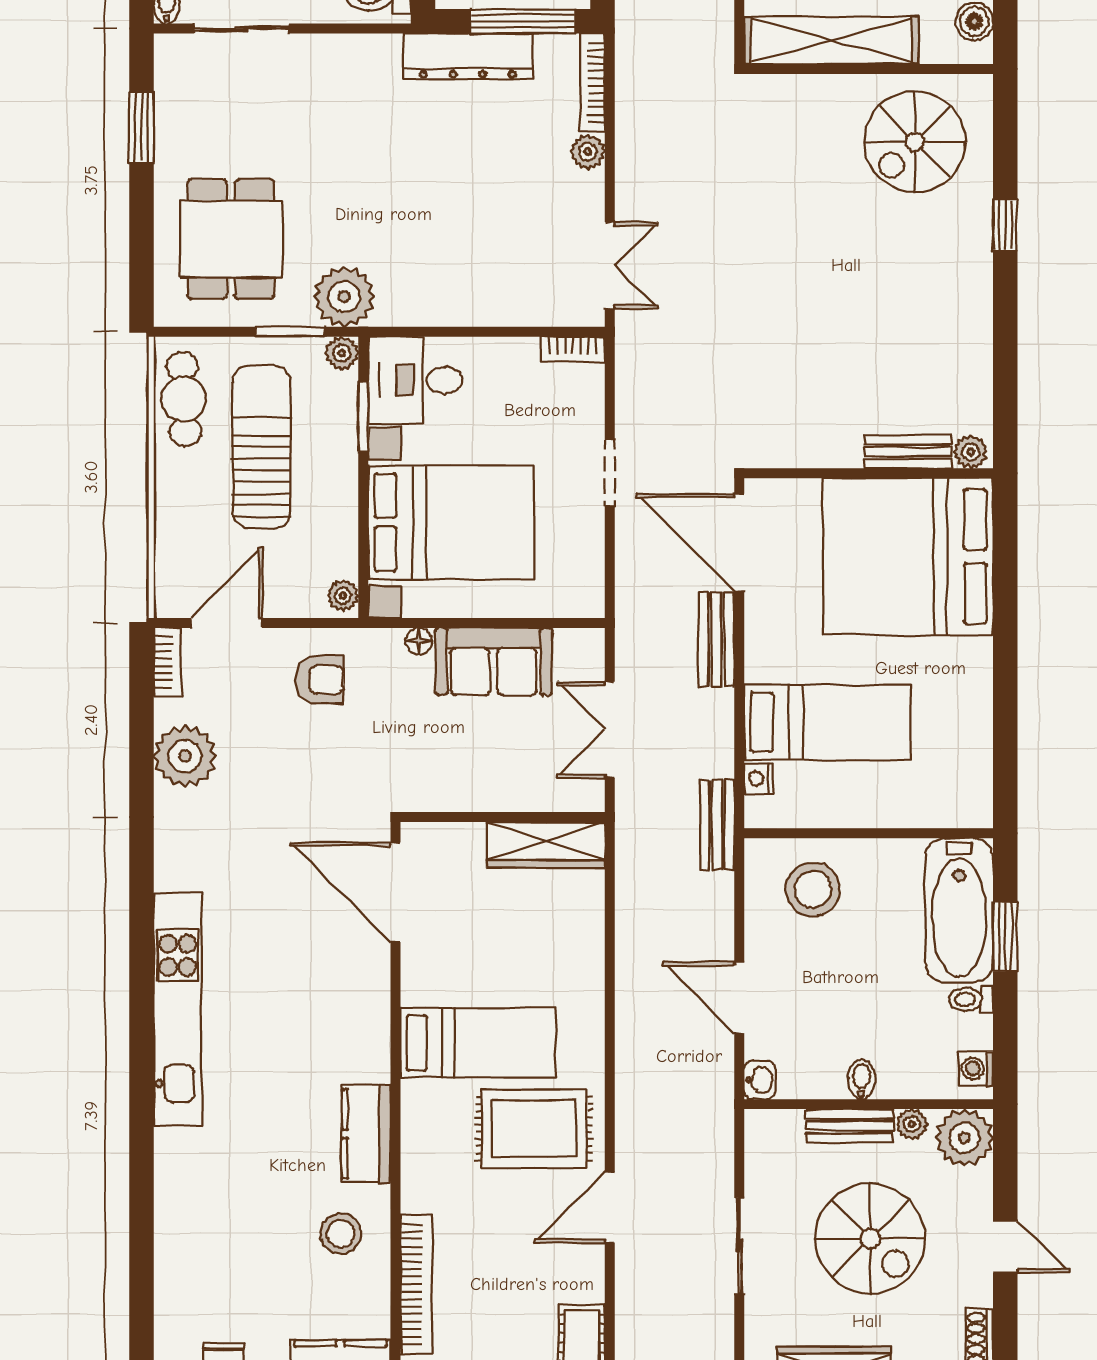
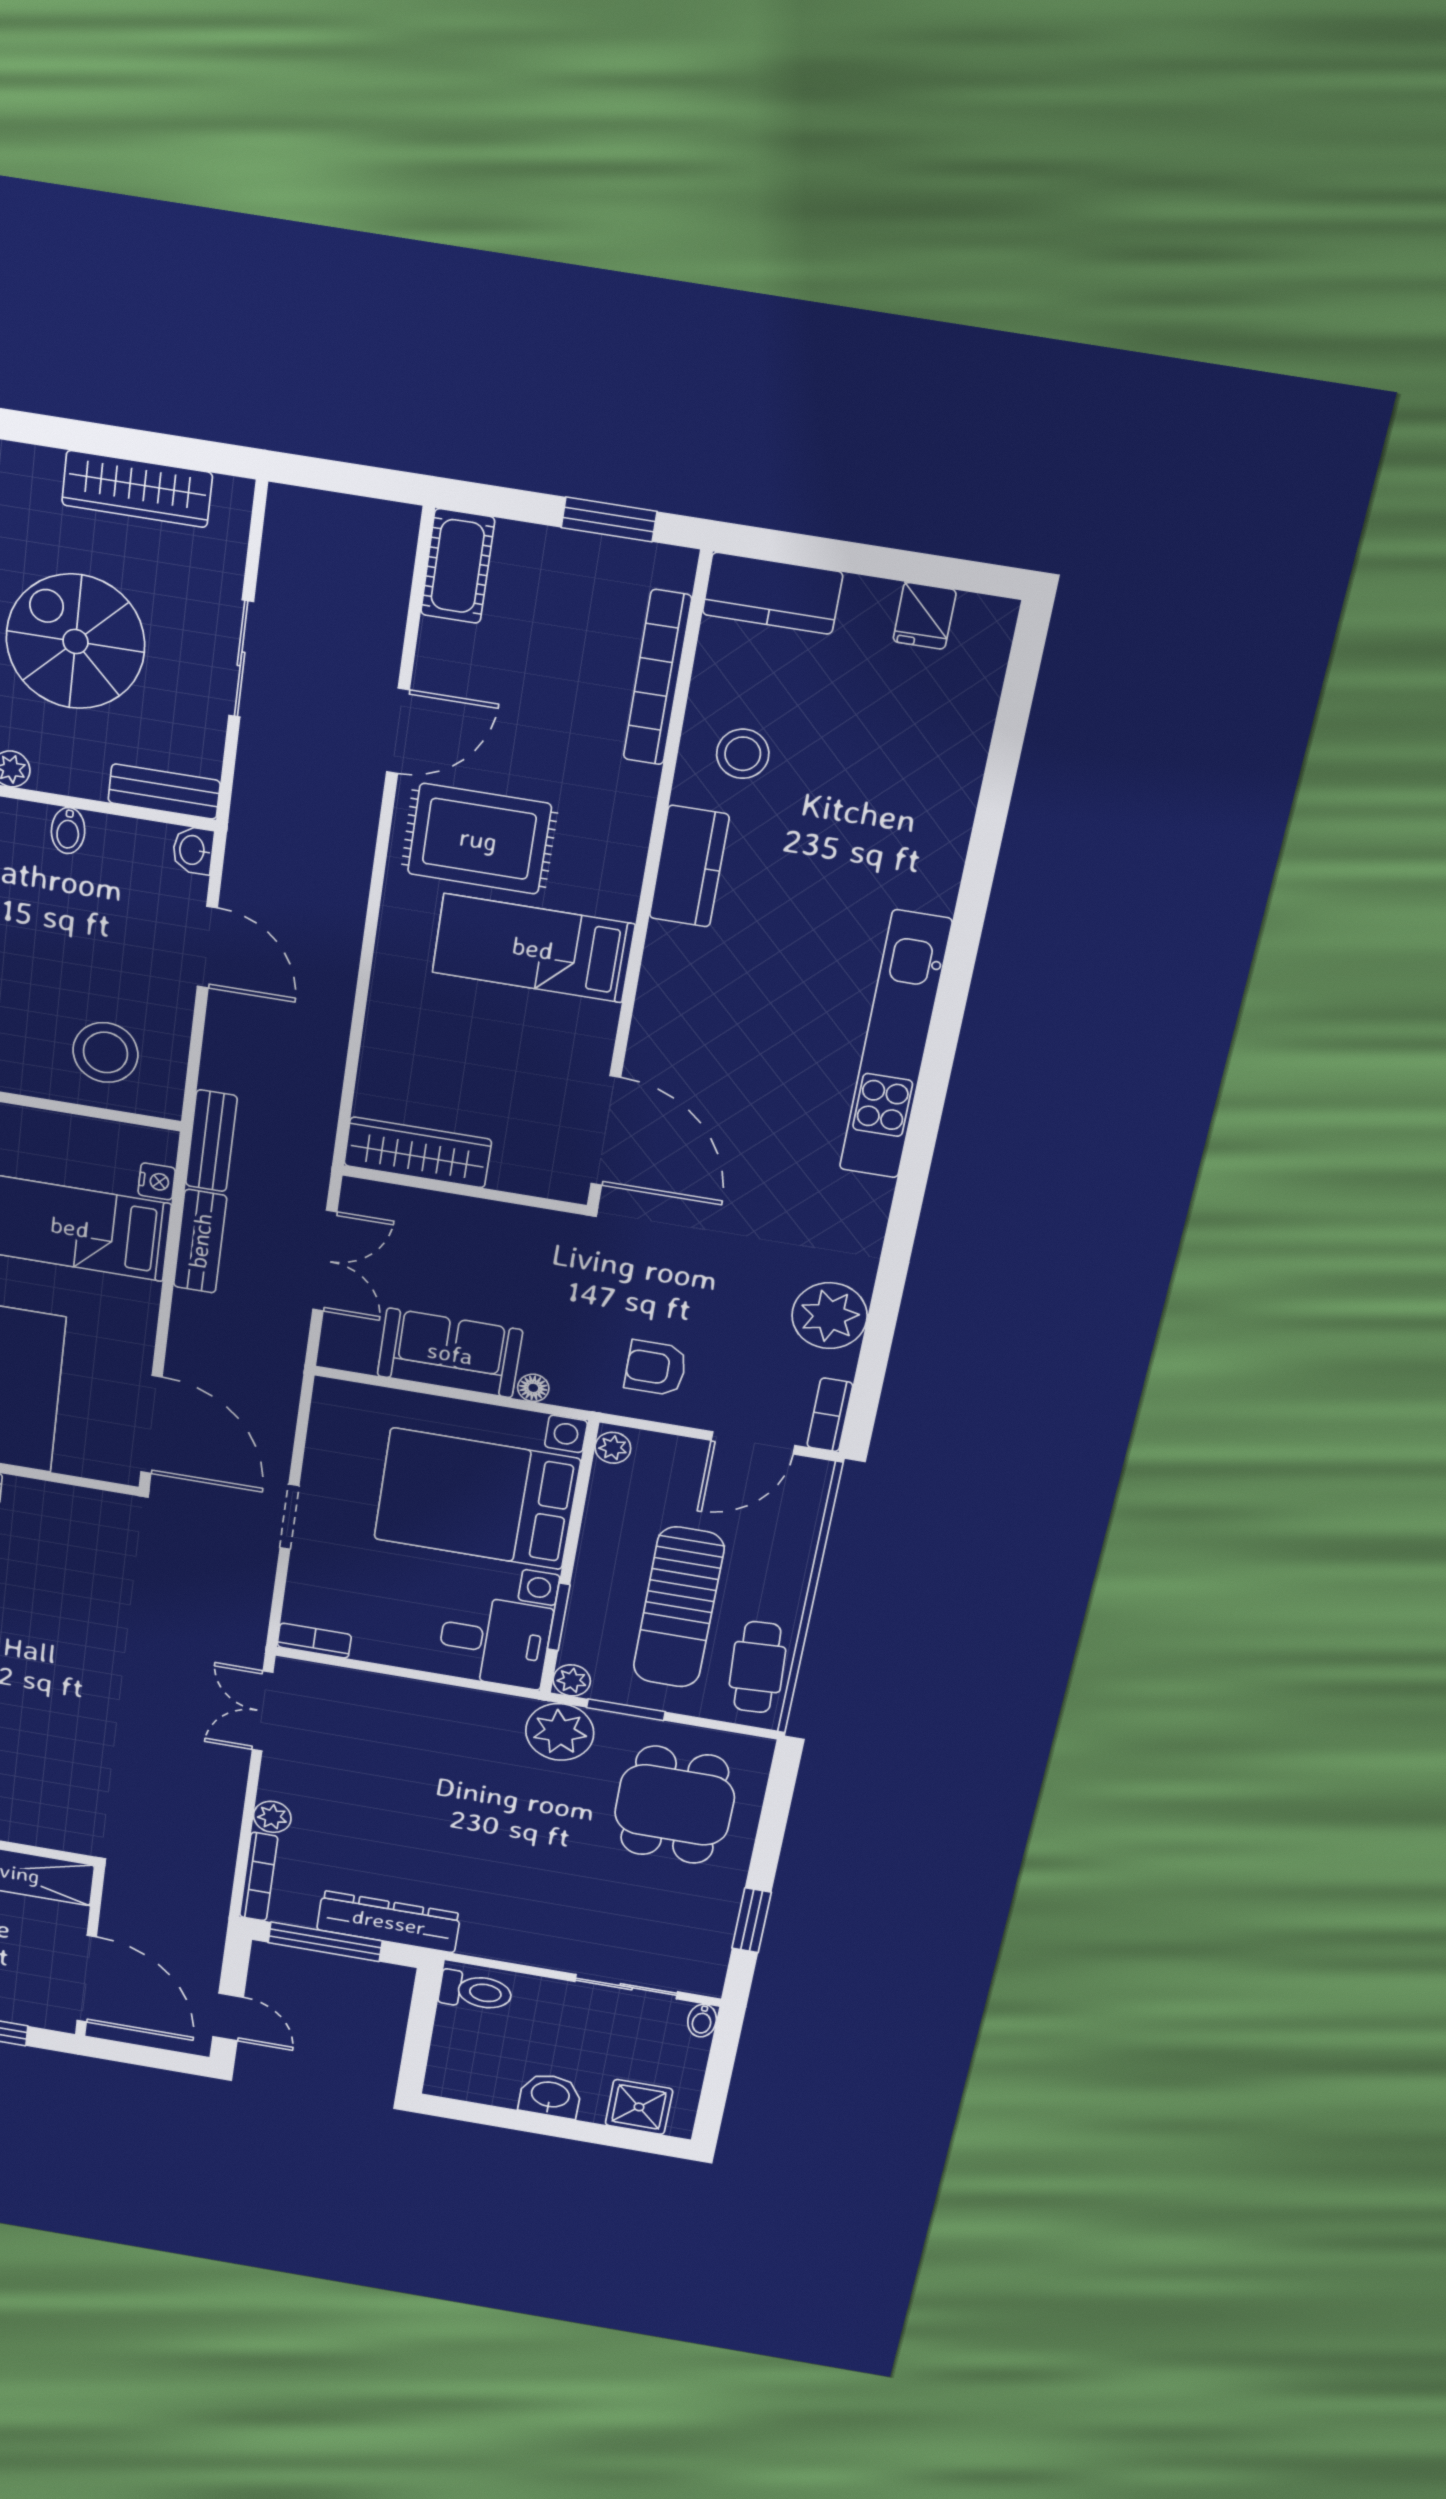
bench: (716, 640) -> (200, 1241), moved
bench: (850, 1126) -> (164, 792), moved

